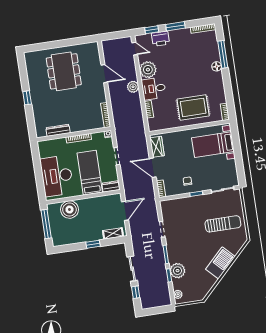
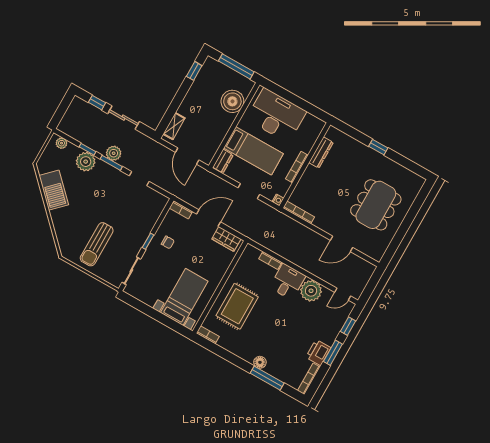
printer: (160, 39) -> (318, 352), moved
dining table: (64, 71) -> (376, 205), turned 90
plant: (133, 87) -> (114, 153), moved
window: (93, 244) -> (194, 71), moved
barbecue: (220, 263) -> (54, 190), moved

